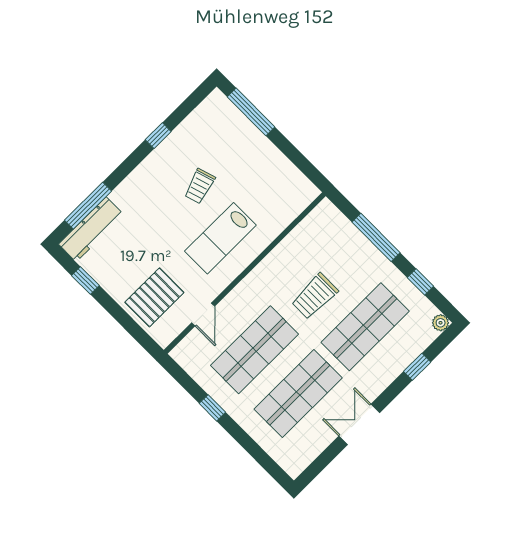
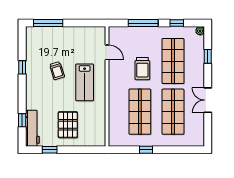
window: (88, 206) -> (22, 120), width x0.46
pallet: (154, 297) -> (68, 125), moved
door: (203, 315) -> (107, 52), moved

